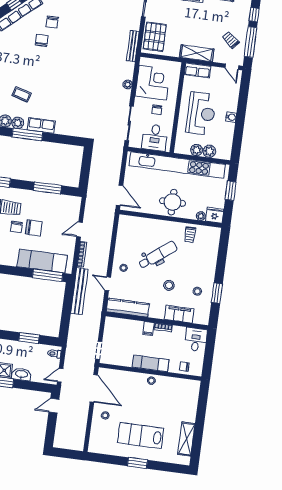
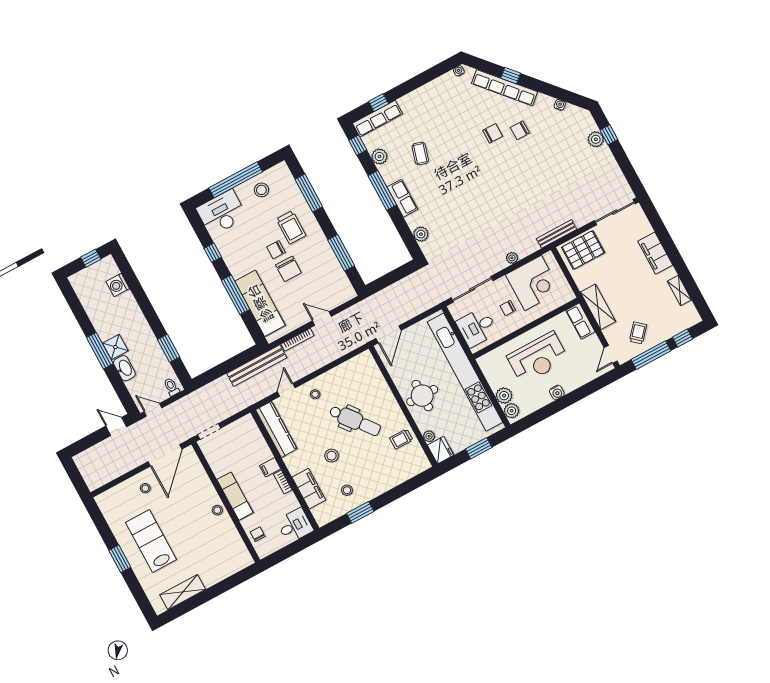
plant: (18, 123) -> (421, 234), moved
plant: (197, 150) -> (512, 411), moved
window: (48, 275) -> (236, 295), moved

